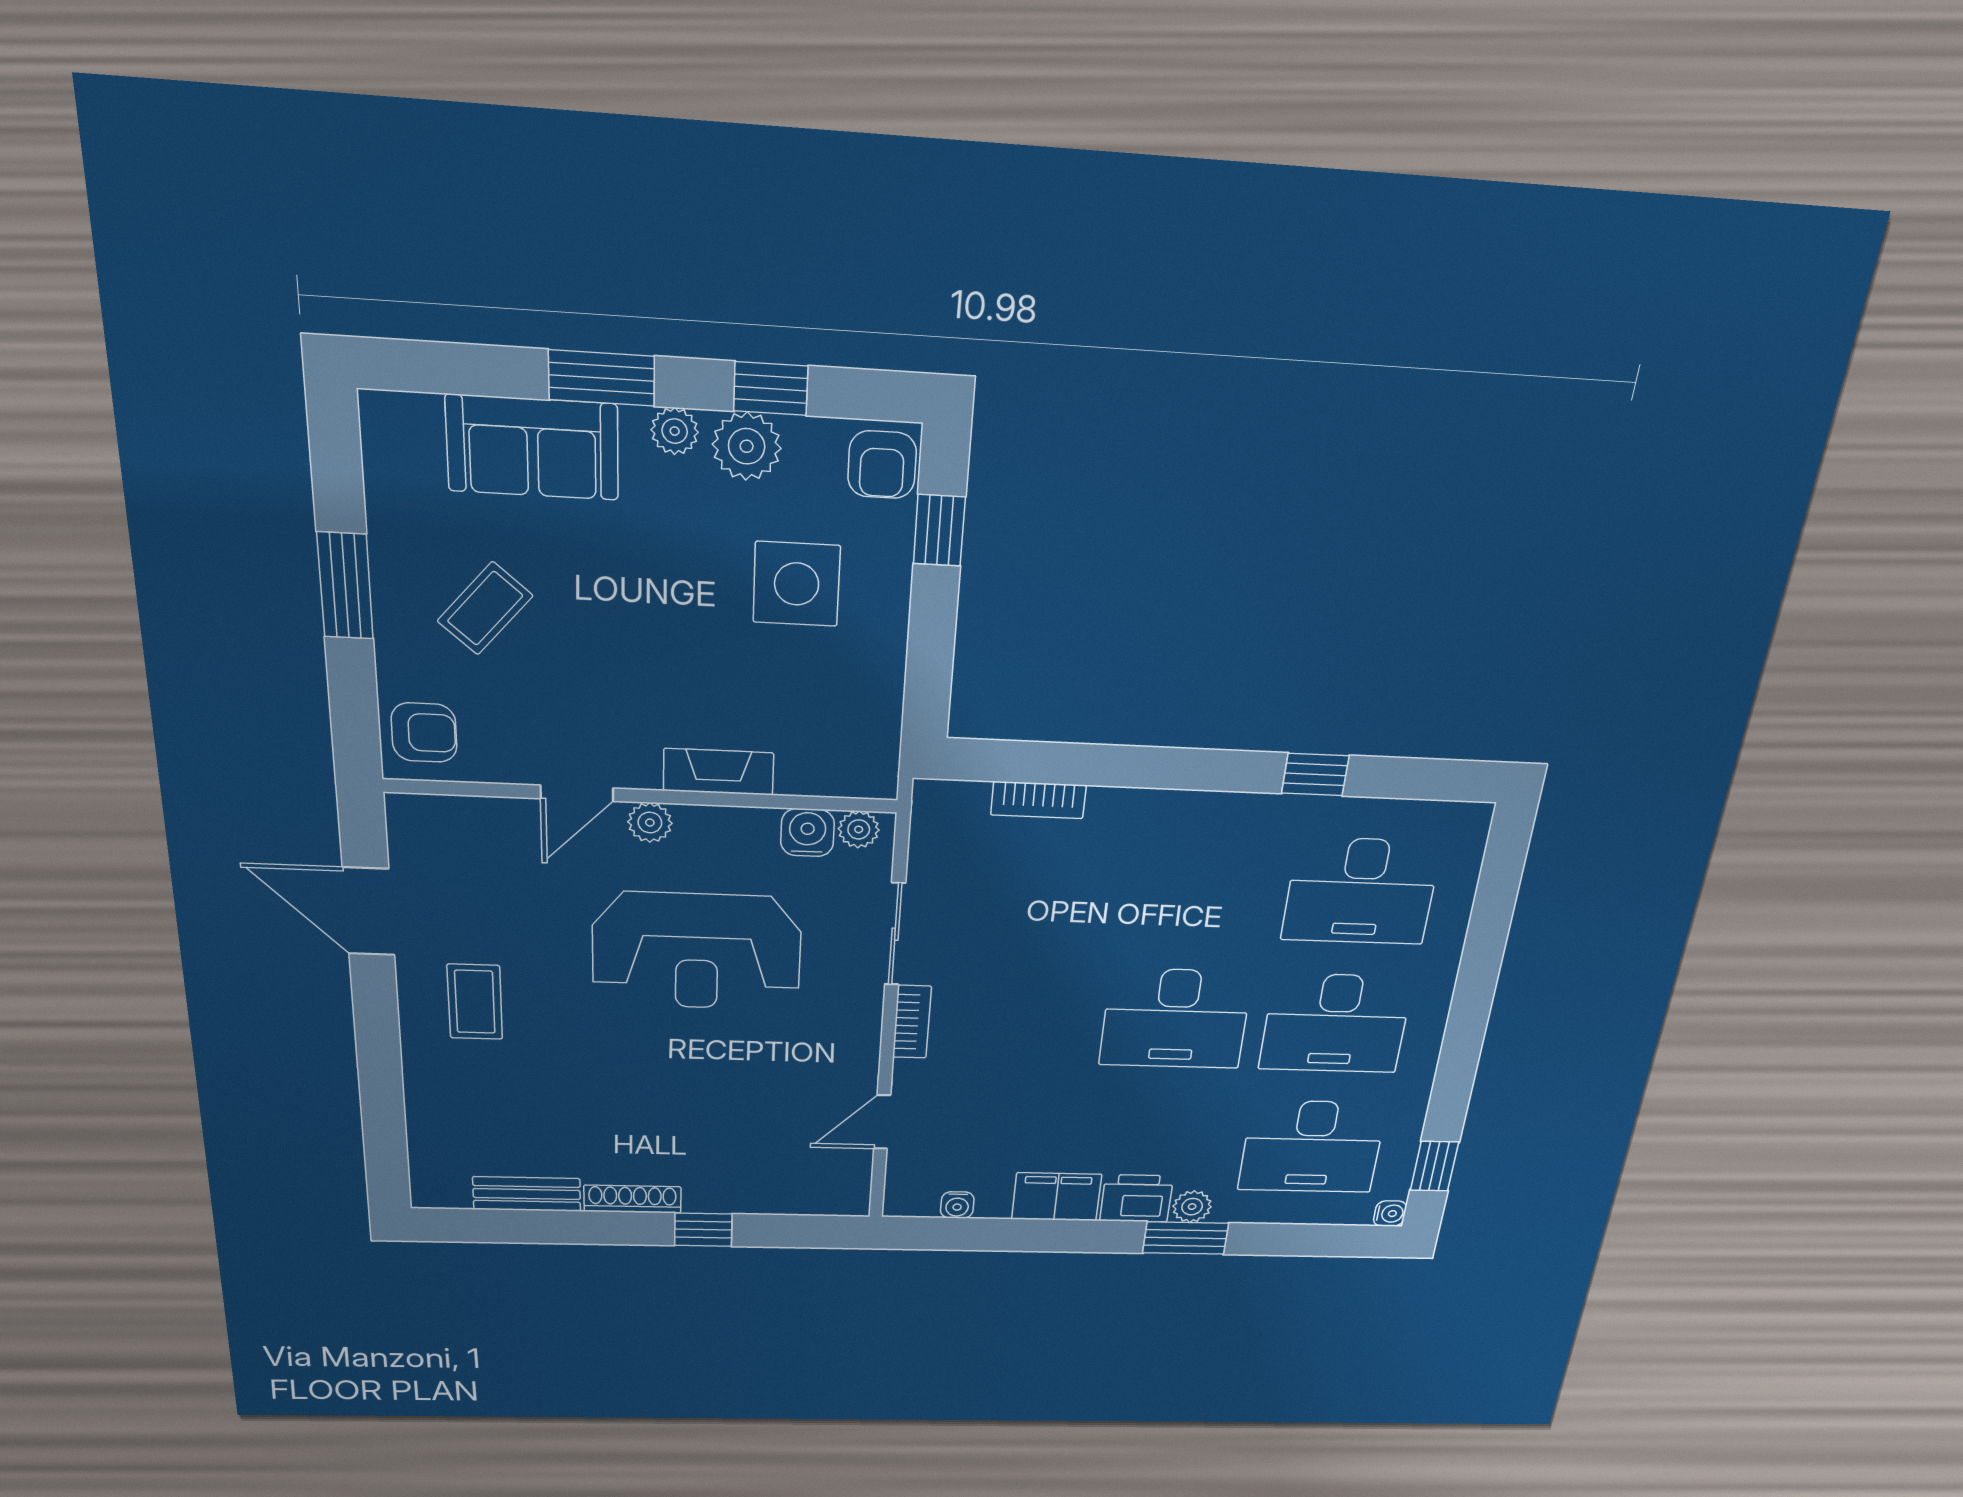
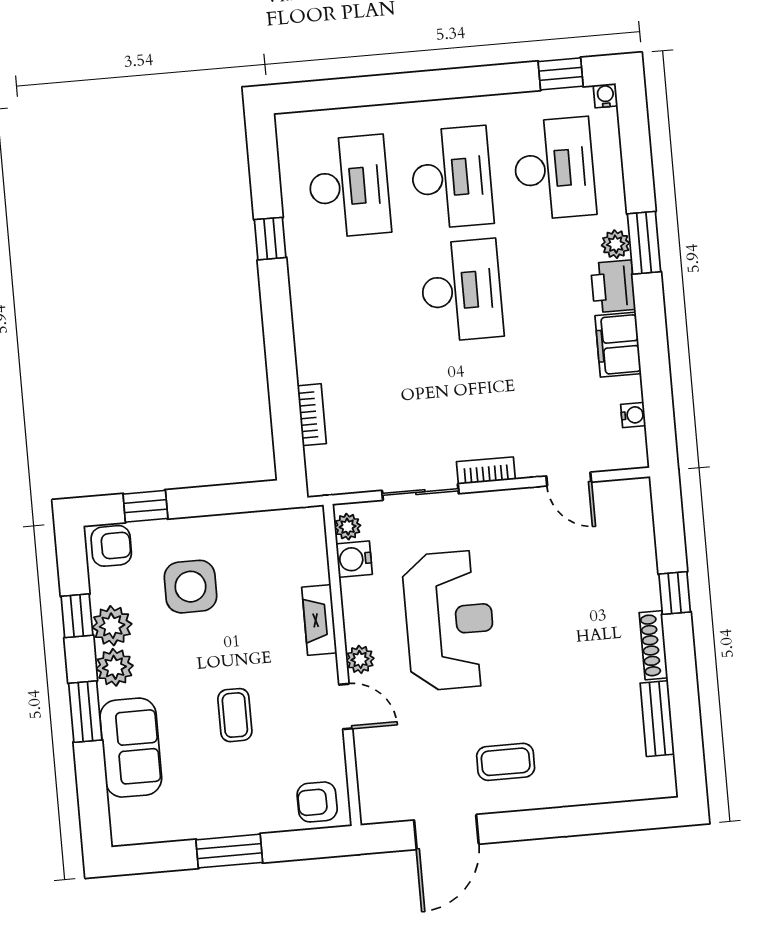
plant: (675, 431) -> (114, 667), width x1.38, depth x1.38
coffee table: (485, 608) -> (235, 715), moved, turned 49
armchair: (424, 733) -> (317, 802), turned -90

